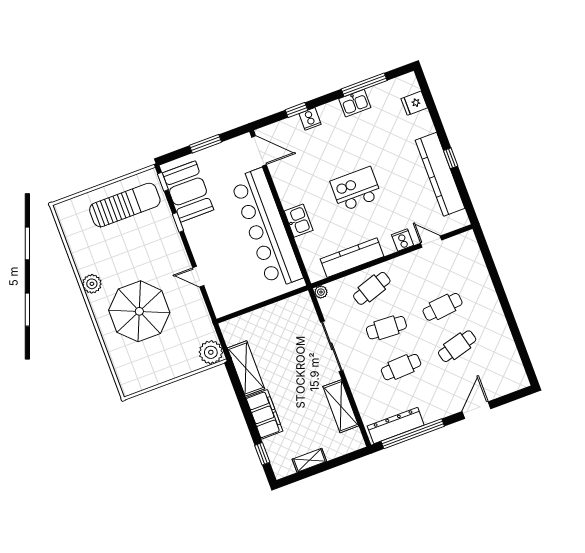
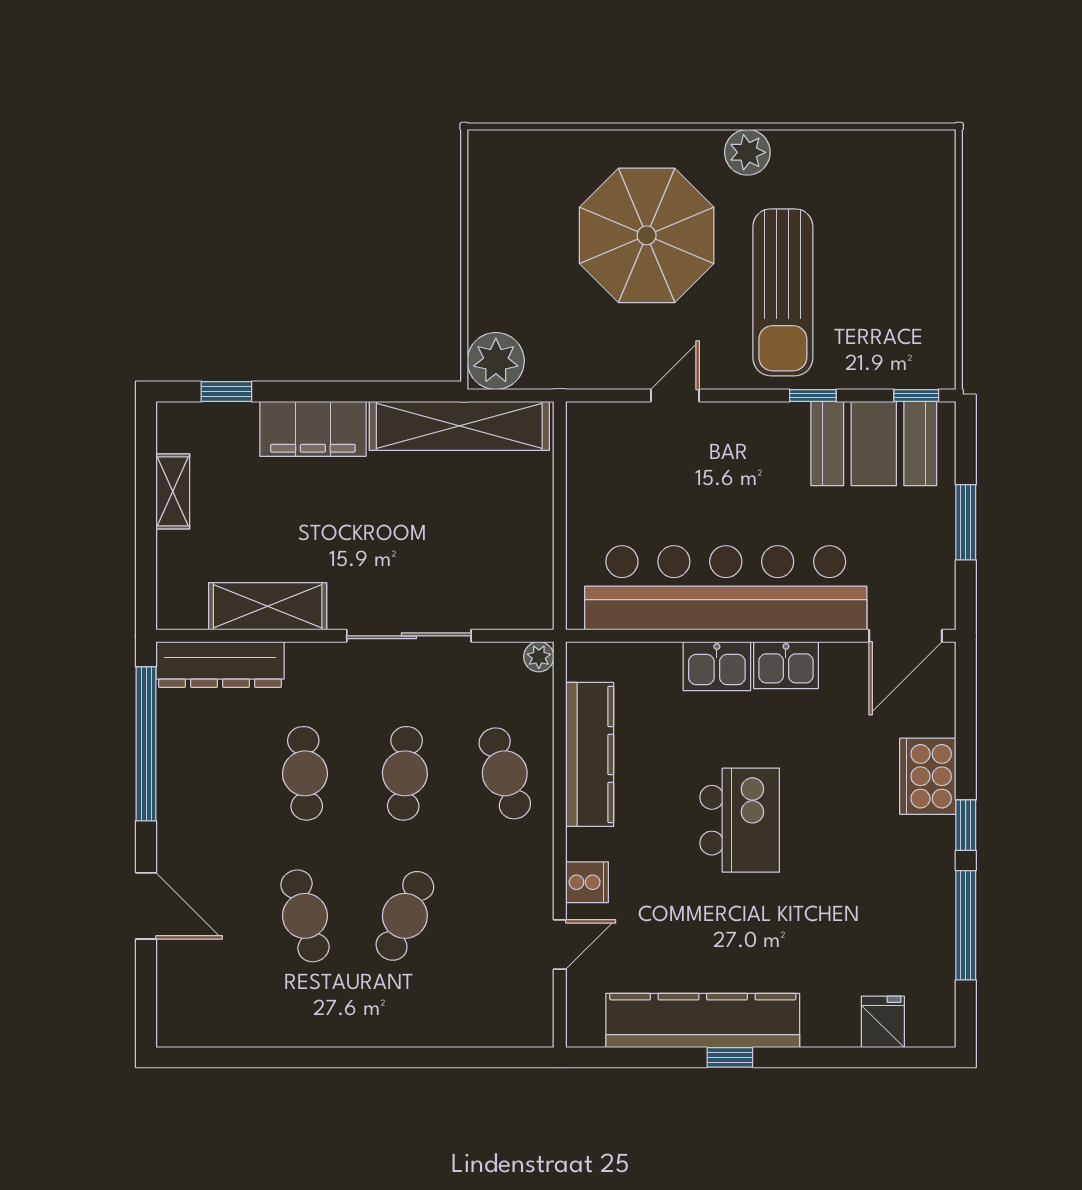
kitchen sink: (355, 103) -> (786, 665), moved, turned -90
window: (296, 110) -> (966, 825), moved
cooker: (310, 119) -> (928, 776), width x1.87, depth x1.31
sun lounger: (125, 205) -> (783, 292), moved
cafe table: (443, 307) -> (405, 916), turned 30
shelving: (246, 368) -> (459, 426), width x1.47
dresser: (396, 426) -> (220, 665), moved, turned 90

